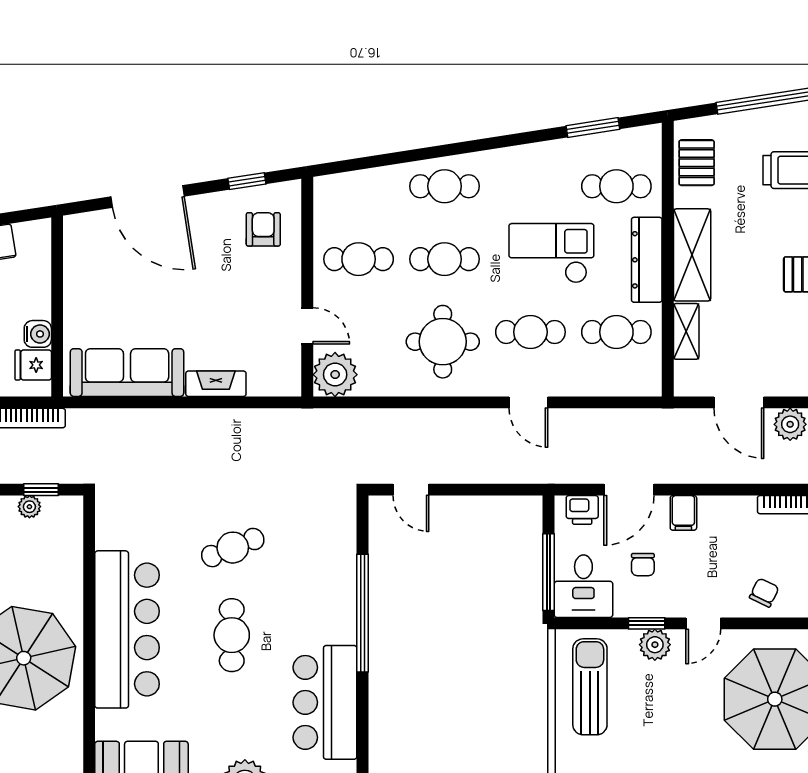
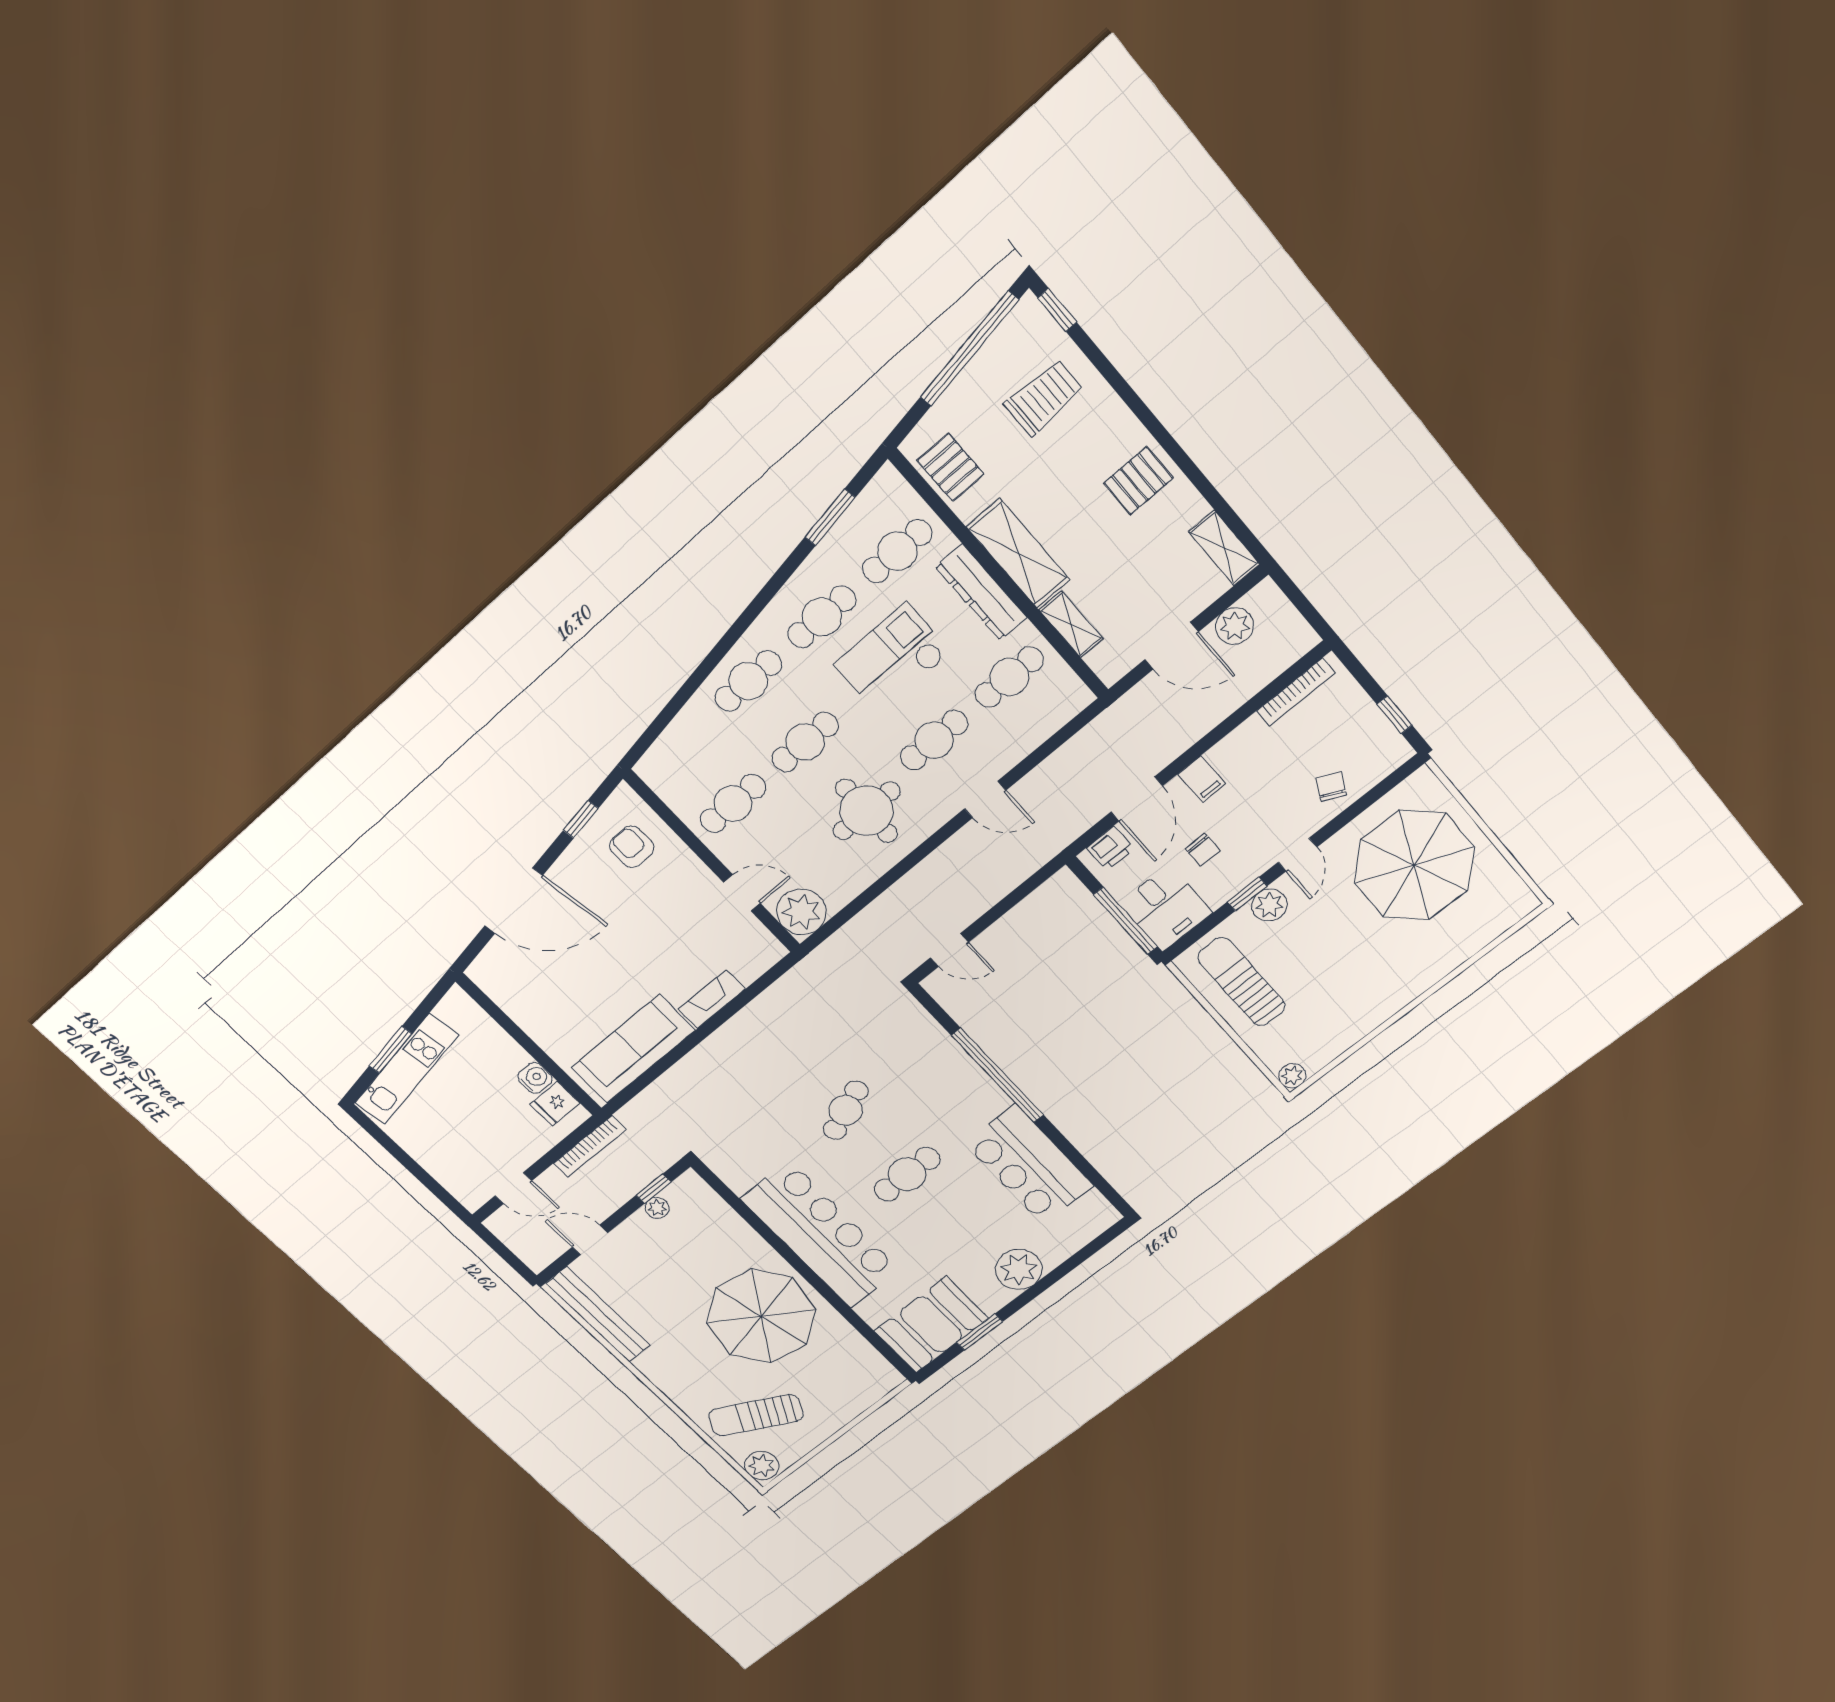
cafe table: (530, 186) -> (822, 617), added
cafe table: (232, 635) -> (907, 1174), turned 90

